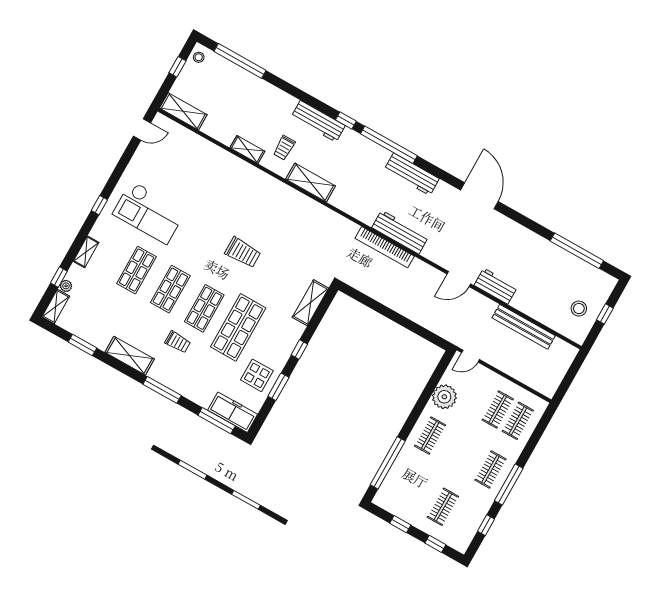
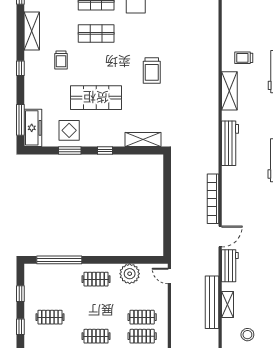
shelving: (247, 149) -> (228, 304), moved
workbench: (400, 232) -> (230, 143), moved
bookcase: (385, 247) -> (213, 199), moved
door: (459, 279) -> (220, 236), swing flipped
shop shelf: (204, 308) -> (96, 65), removed
window: (162, 390) -> (20, 68), width x0.46

